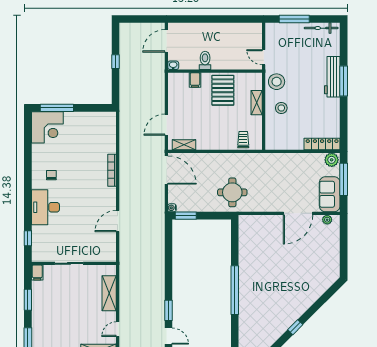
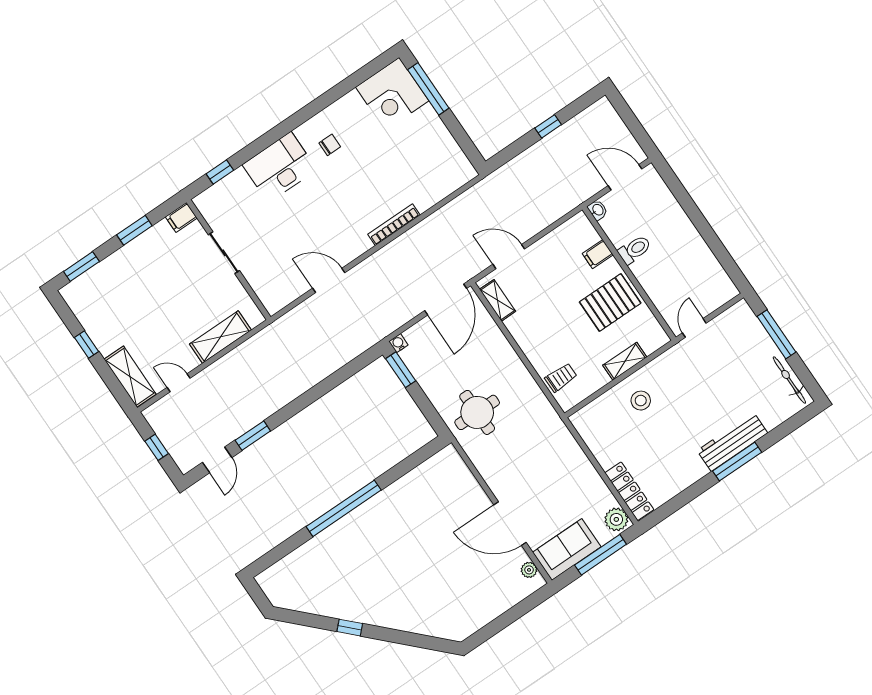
stool: (277, 82) -> (673, 369), removed

